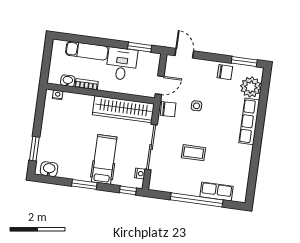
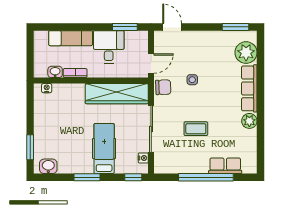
chair: (225, 72) -> (217, 41), removed
plant: (245, 152) -> (249, 121), added

